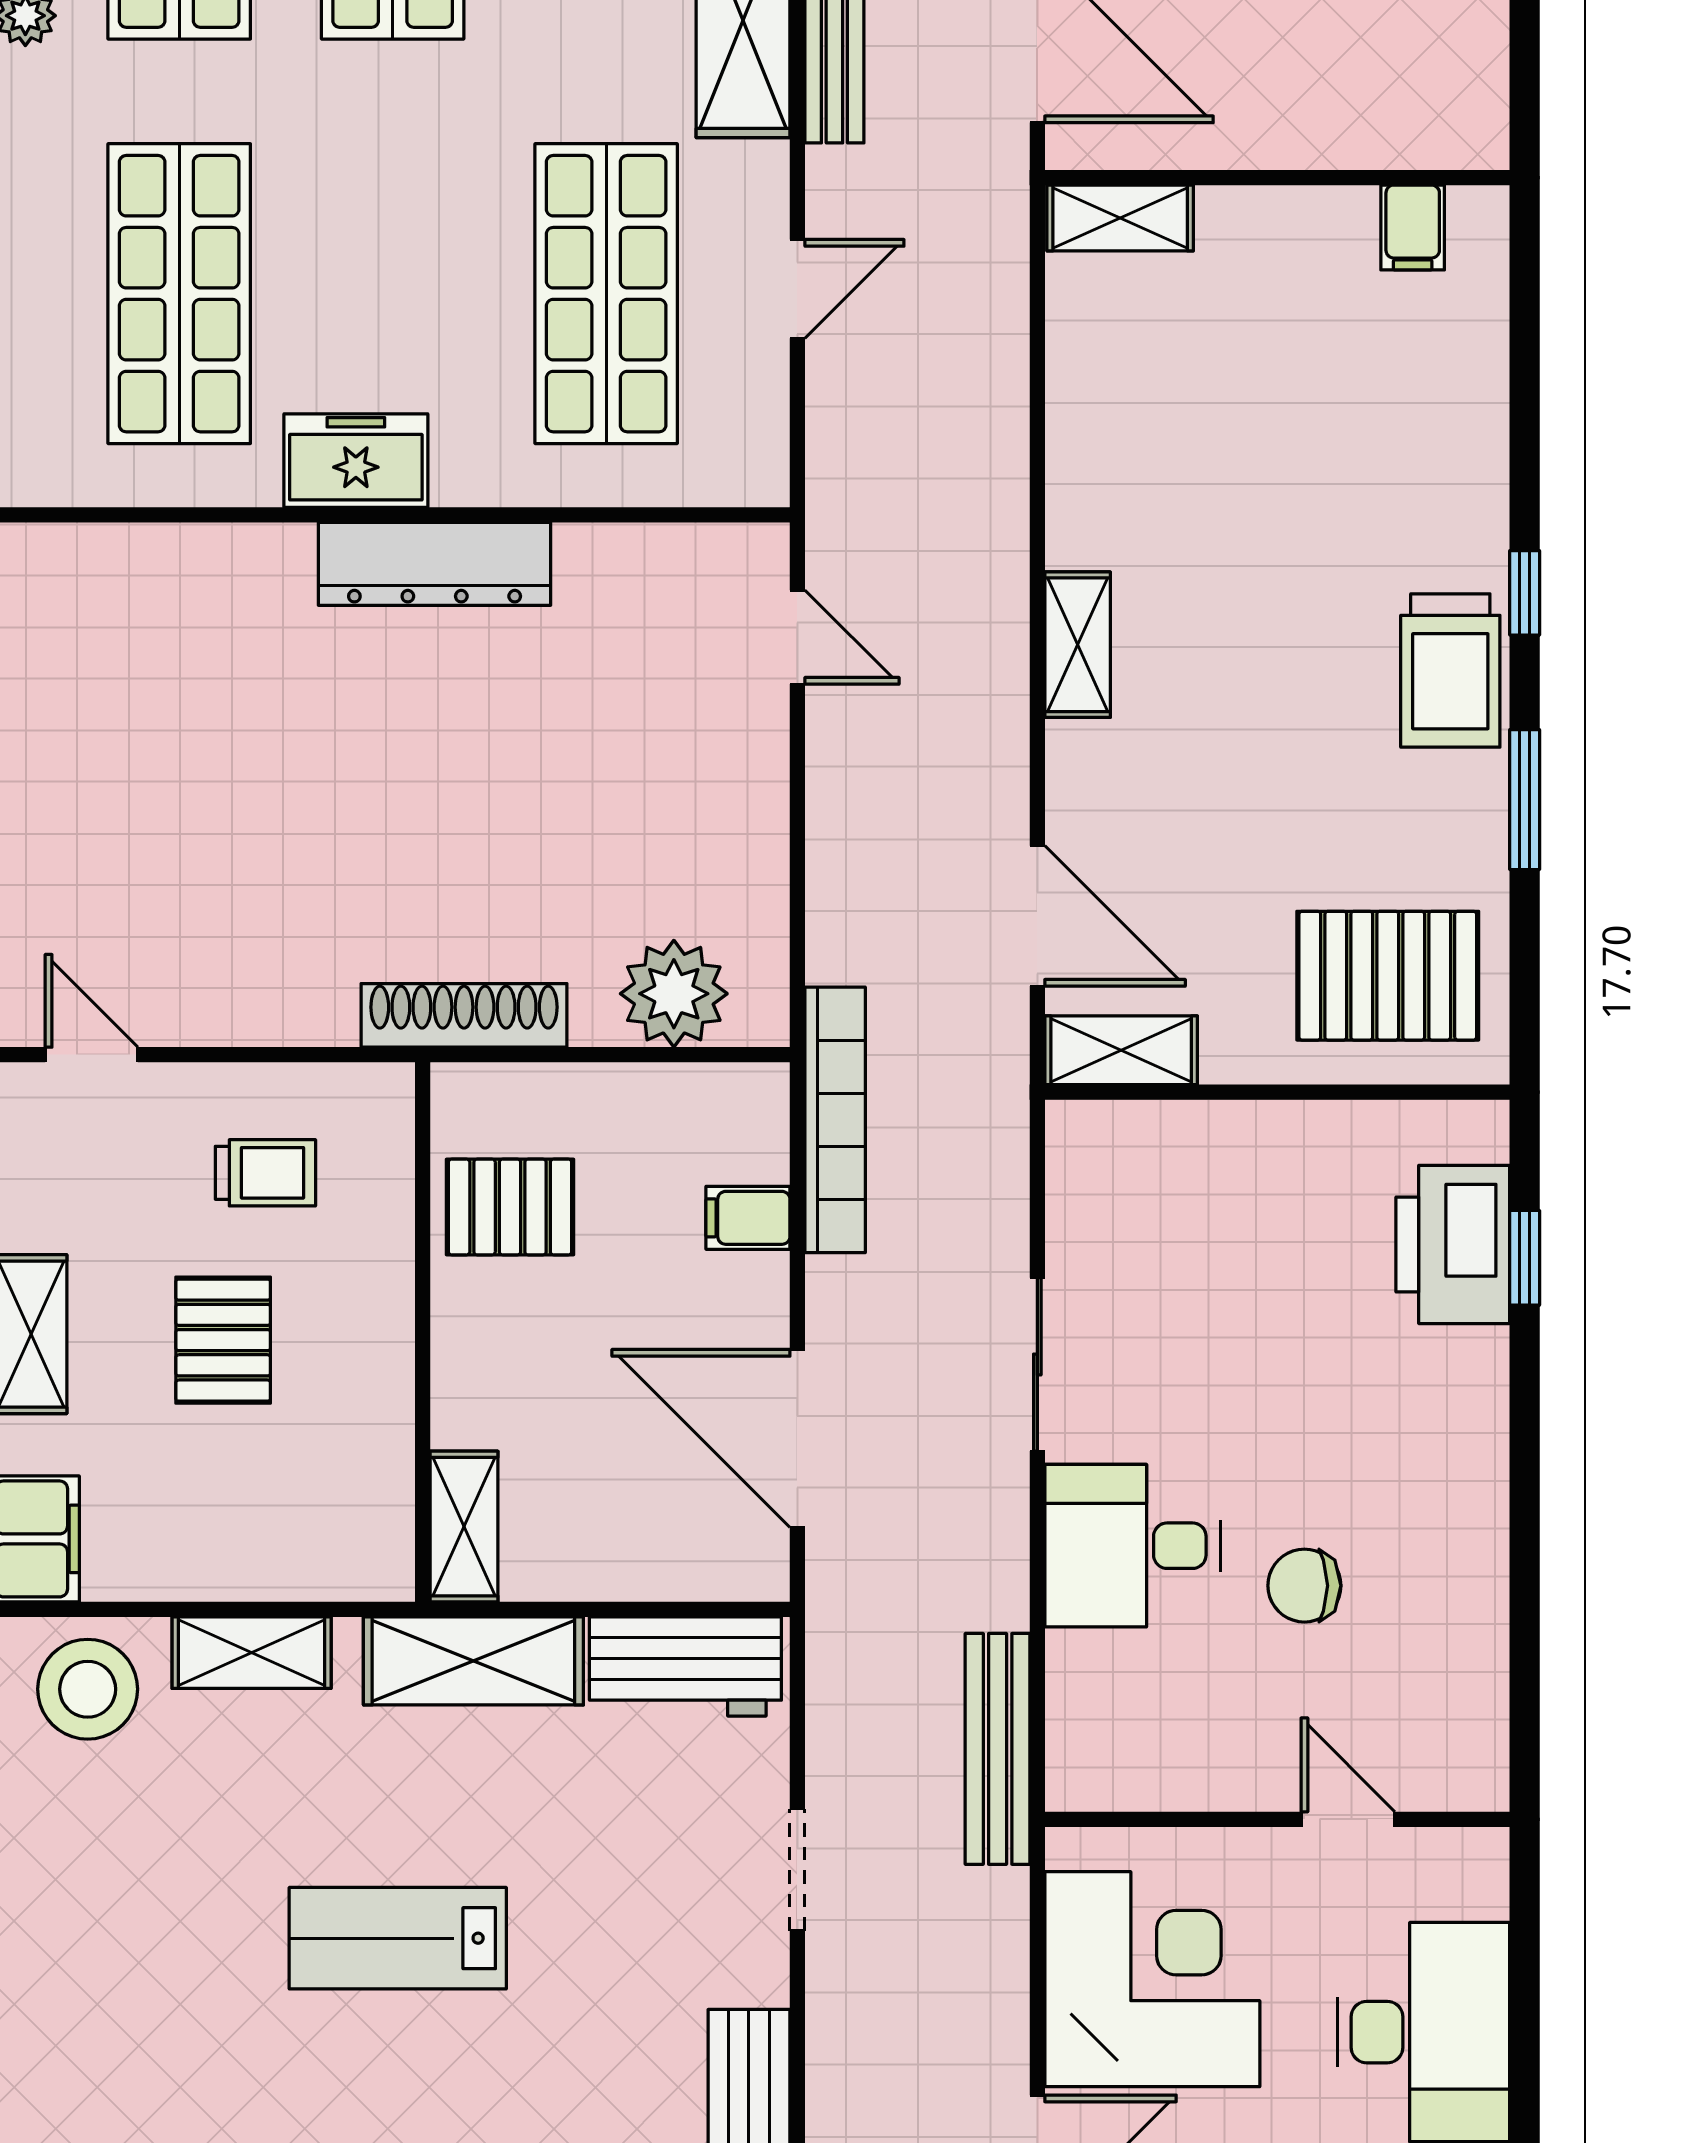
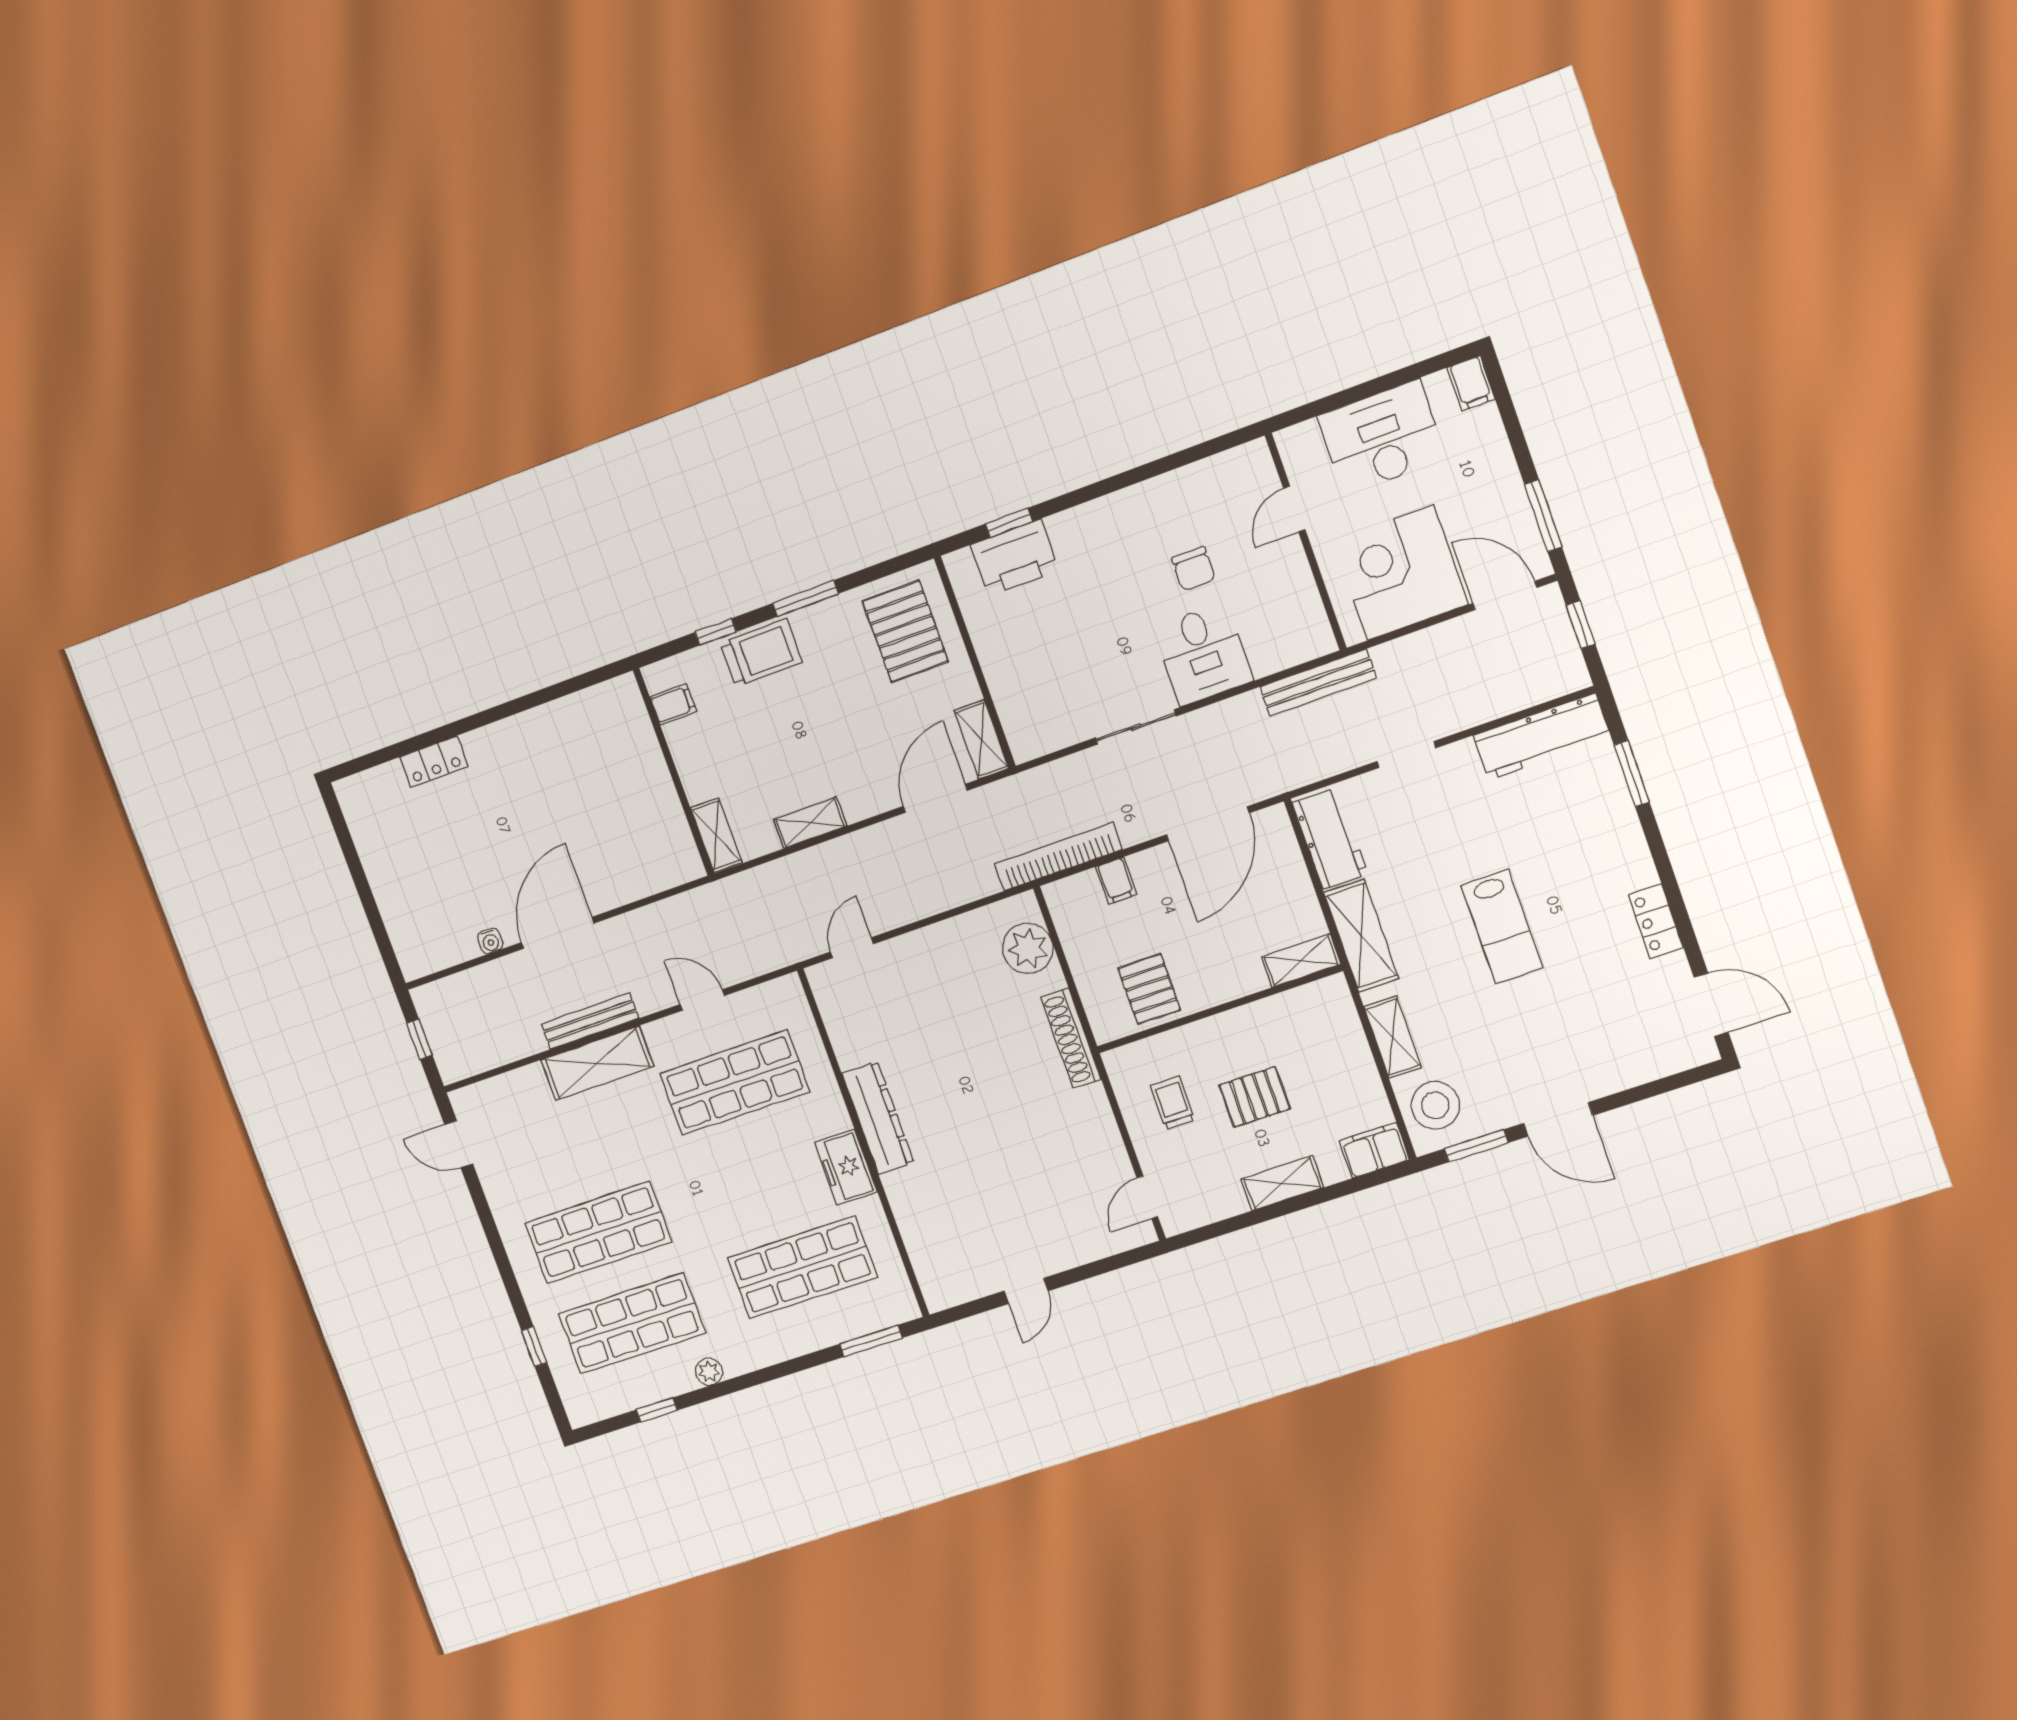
wall: (1277, 178) -> (674, 772), moved
shelving: (1120, 218) -> (716, 835), moved
filing cabinet: (1413, 228) -> (673, 704), moved

